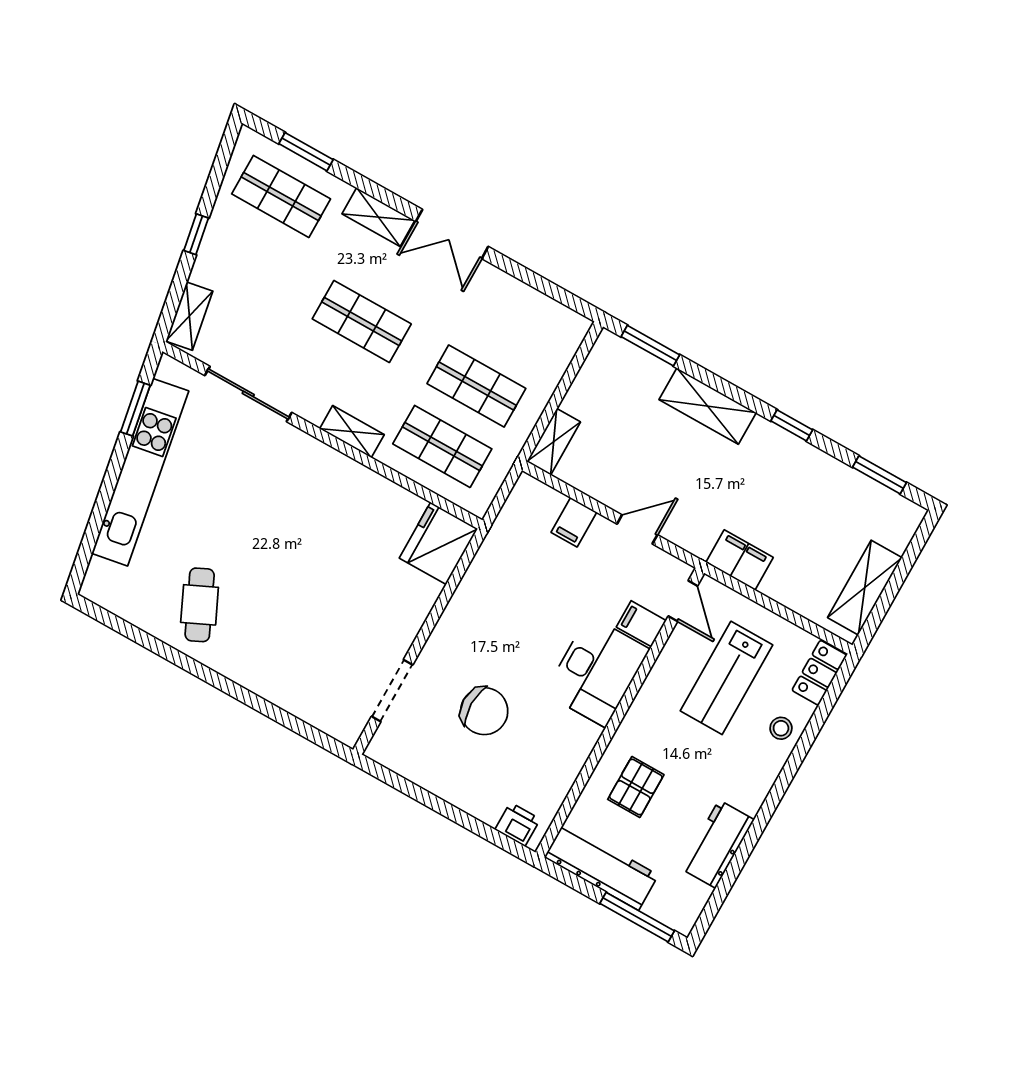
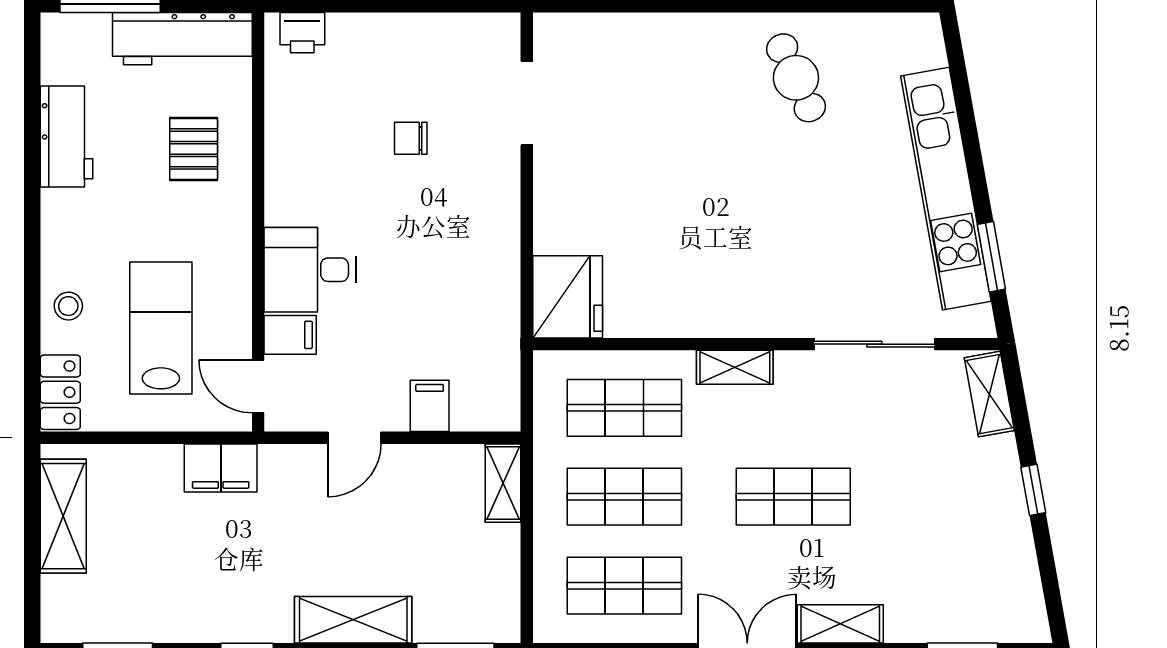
shop shelf: (281, 196) -> (624, 586), moved
desk: (597, 671) -> (310, 270), width x0.73
chair: (484, 711) -> (411, 138), width x0.54, depth x0.54

